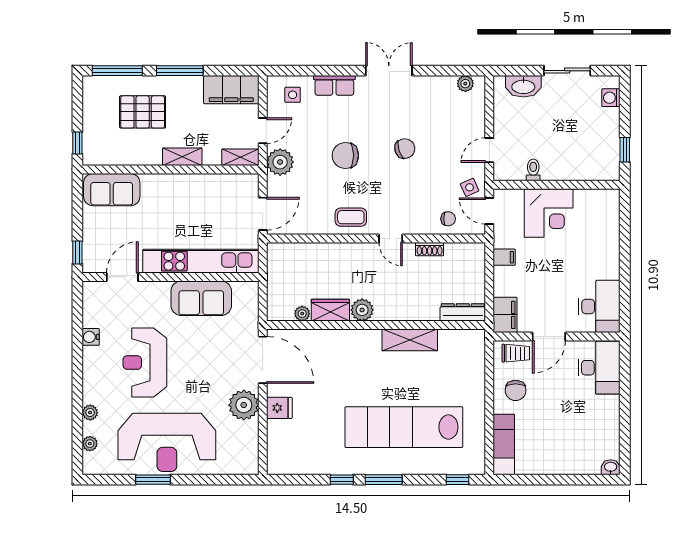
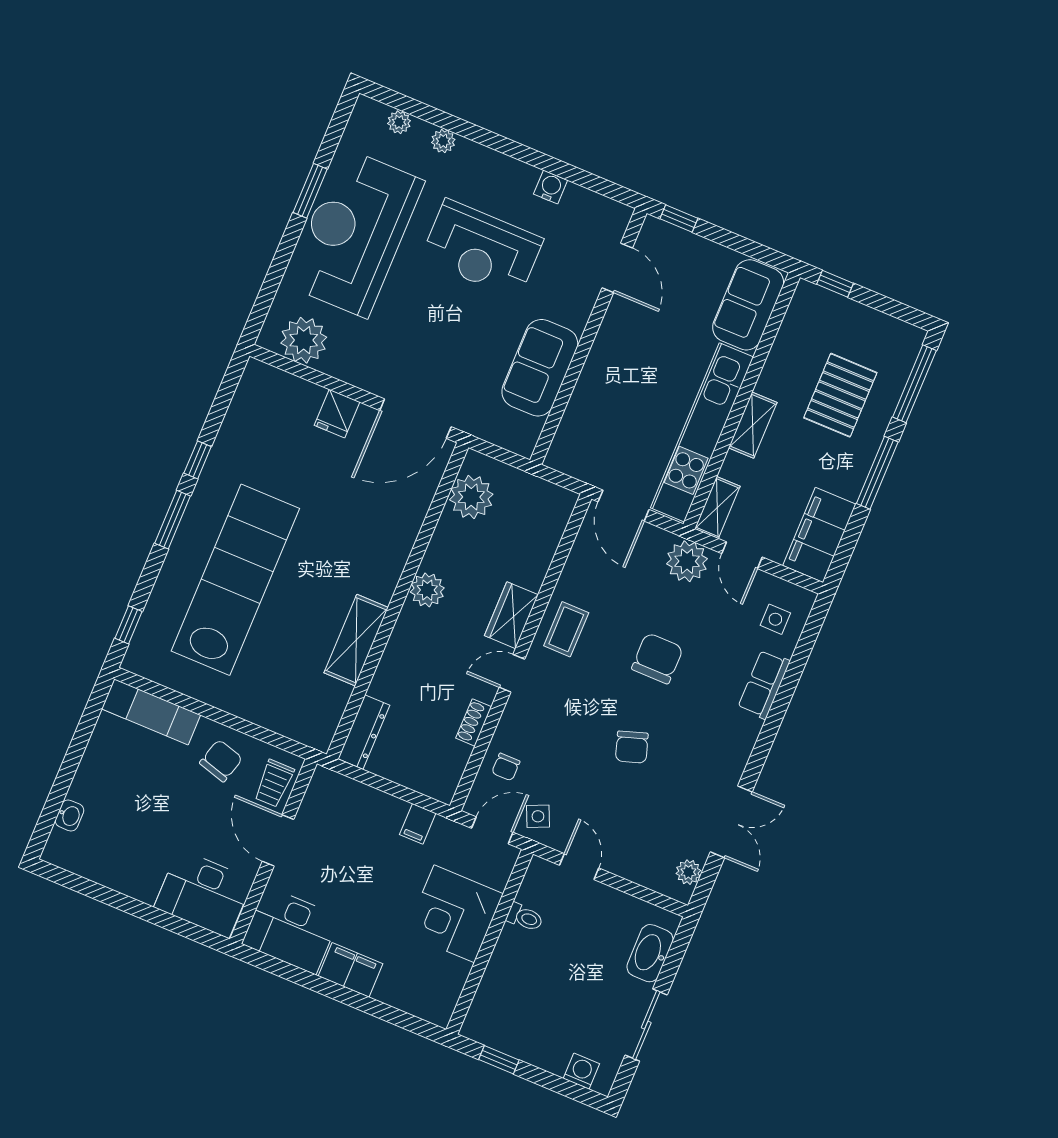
double door: (389, 71) -> (731, 822), moved
kitchen unit: (201, 261) -> (702, 432), moved, turned 180
wardrobe: (330, 310) -> (511, 615), moved, turned 180
plant: (302, 314) -> (471, 497), width x1.87, depth x1.87
filing cabinet: (505, 315) -> (351, 970), moved, turned 180
reception desk: (145, 363) -> (482, 249), turned 180
chair: (516, 390) -> (221, 761), turned 106
plant: (244, 405) -> (304, 340), moved
washbasin: (611, 467) -> (69, 815), moved

